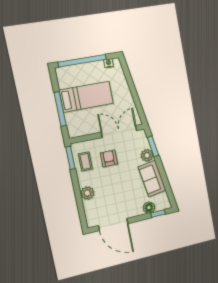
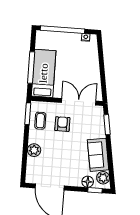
bed: (86, 97) -> (44, 73), moved, turned -90
plant: (147, 155) -> (103, 178), moved

